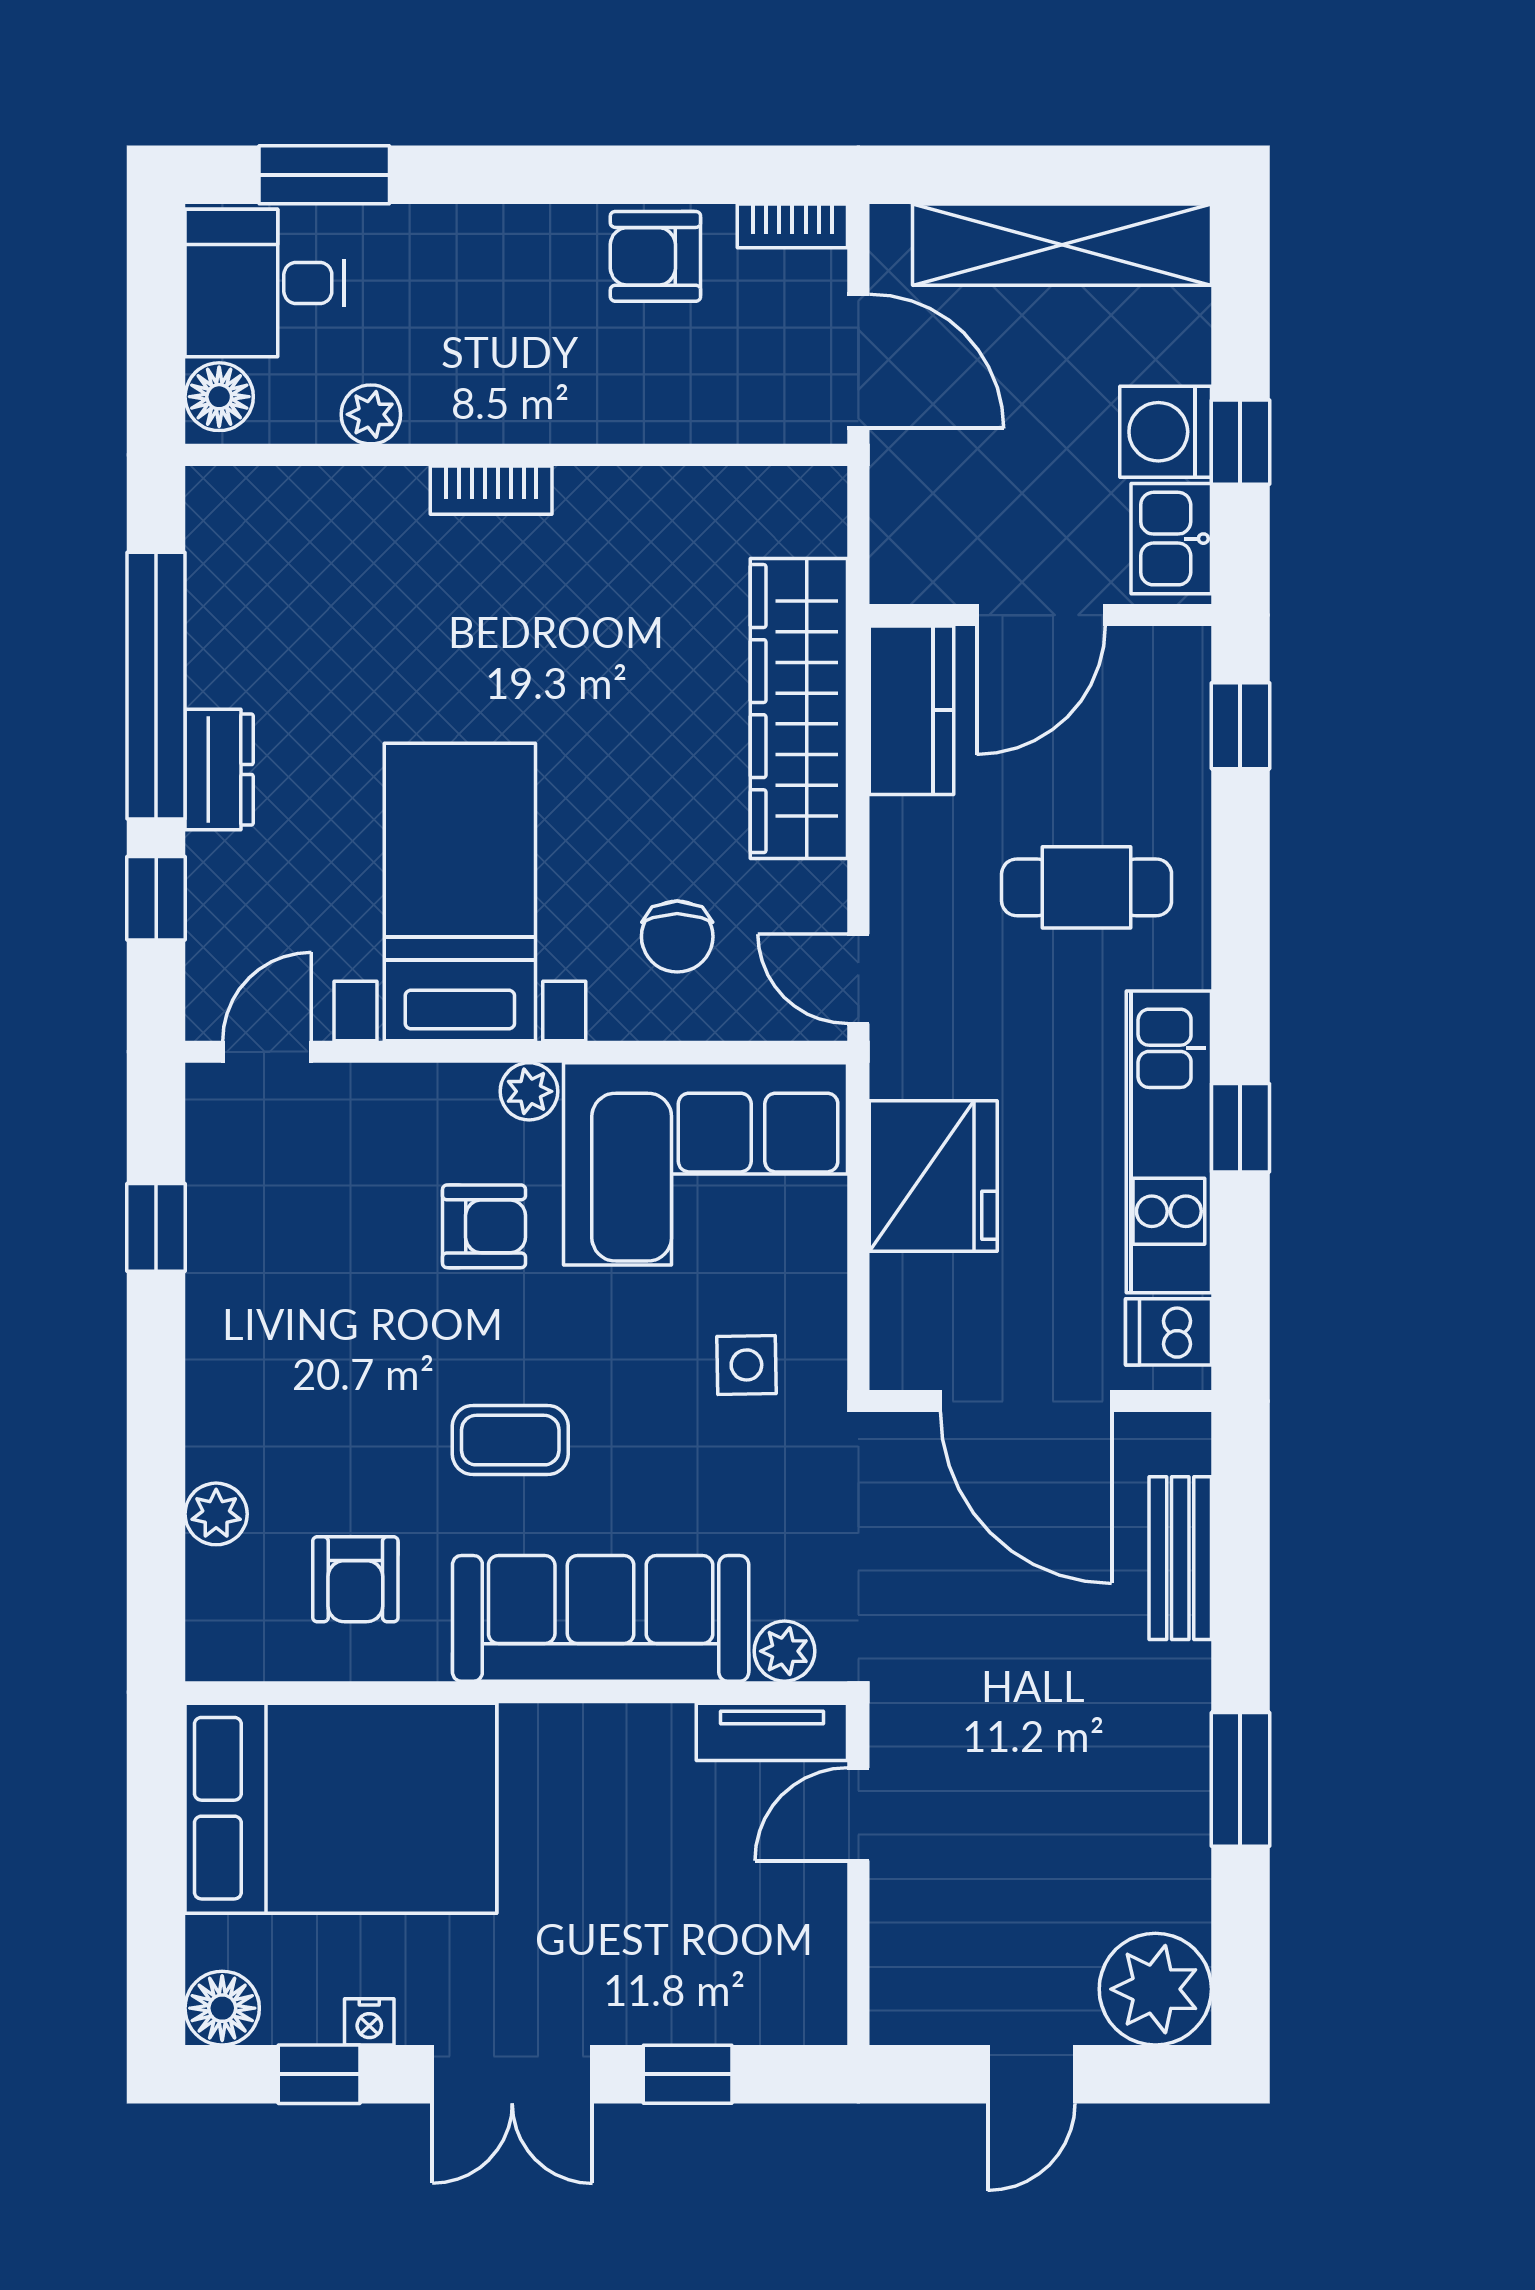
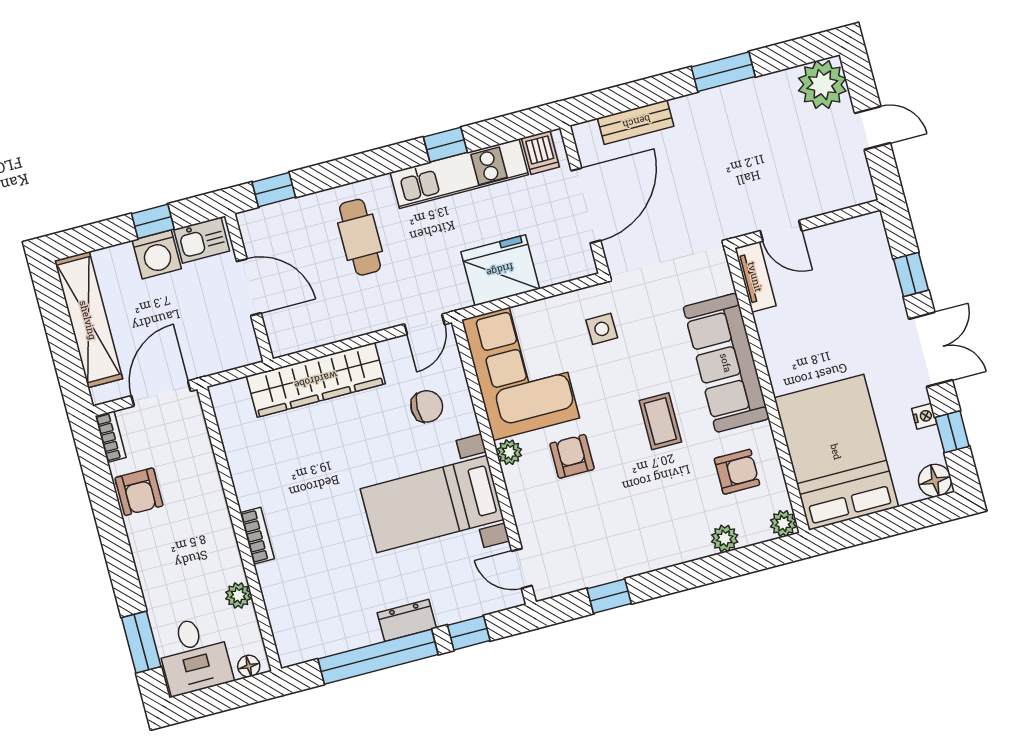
floor lamp: (219, 397) -> (249, 666), width x0.73, depth x0.73
kitchen counter: (912, 710) -> (304, 332), removed
plant: (785, 1651) -> (783, 523), moved

